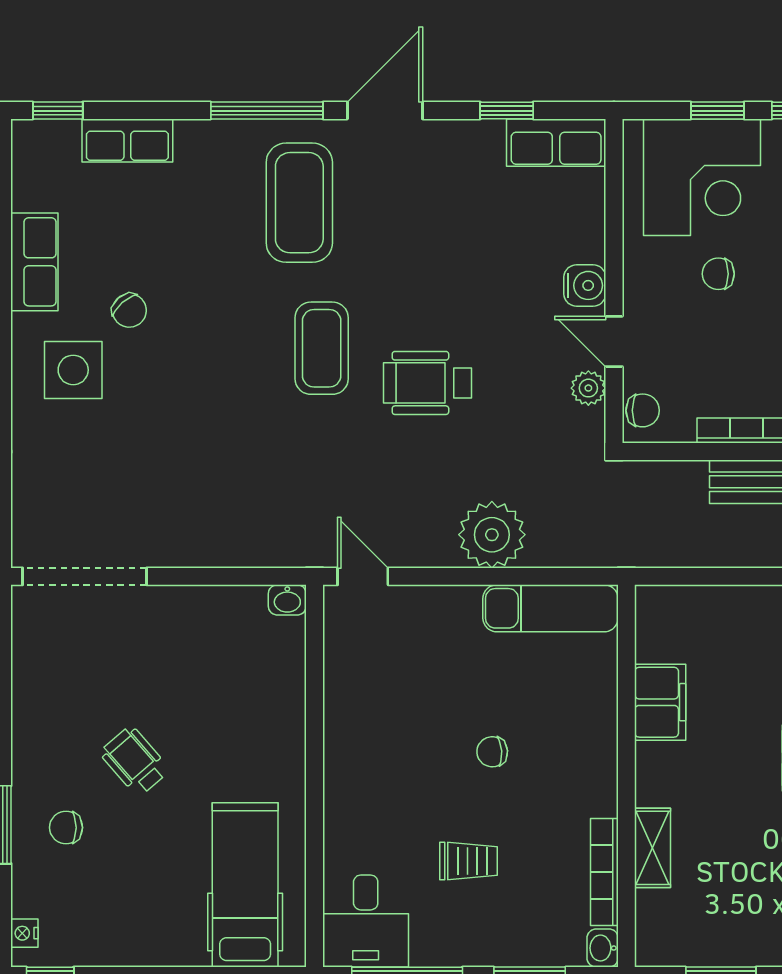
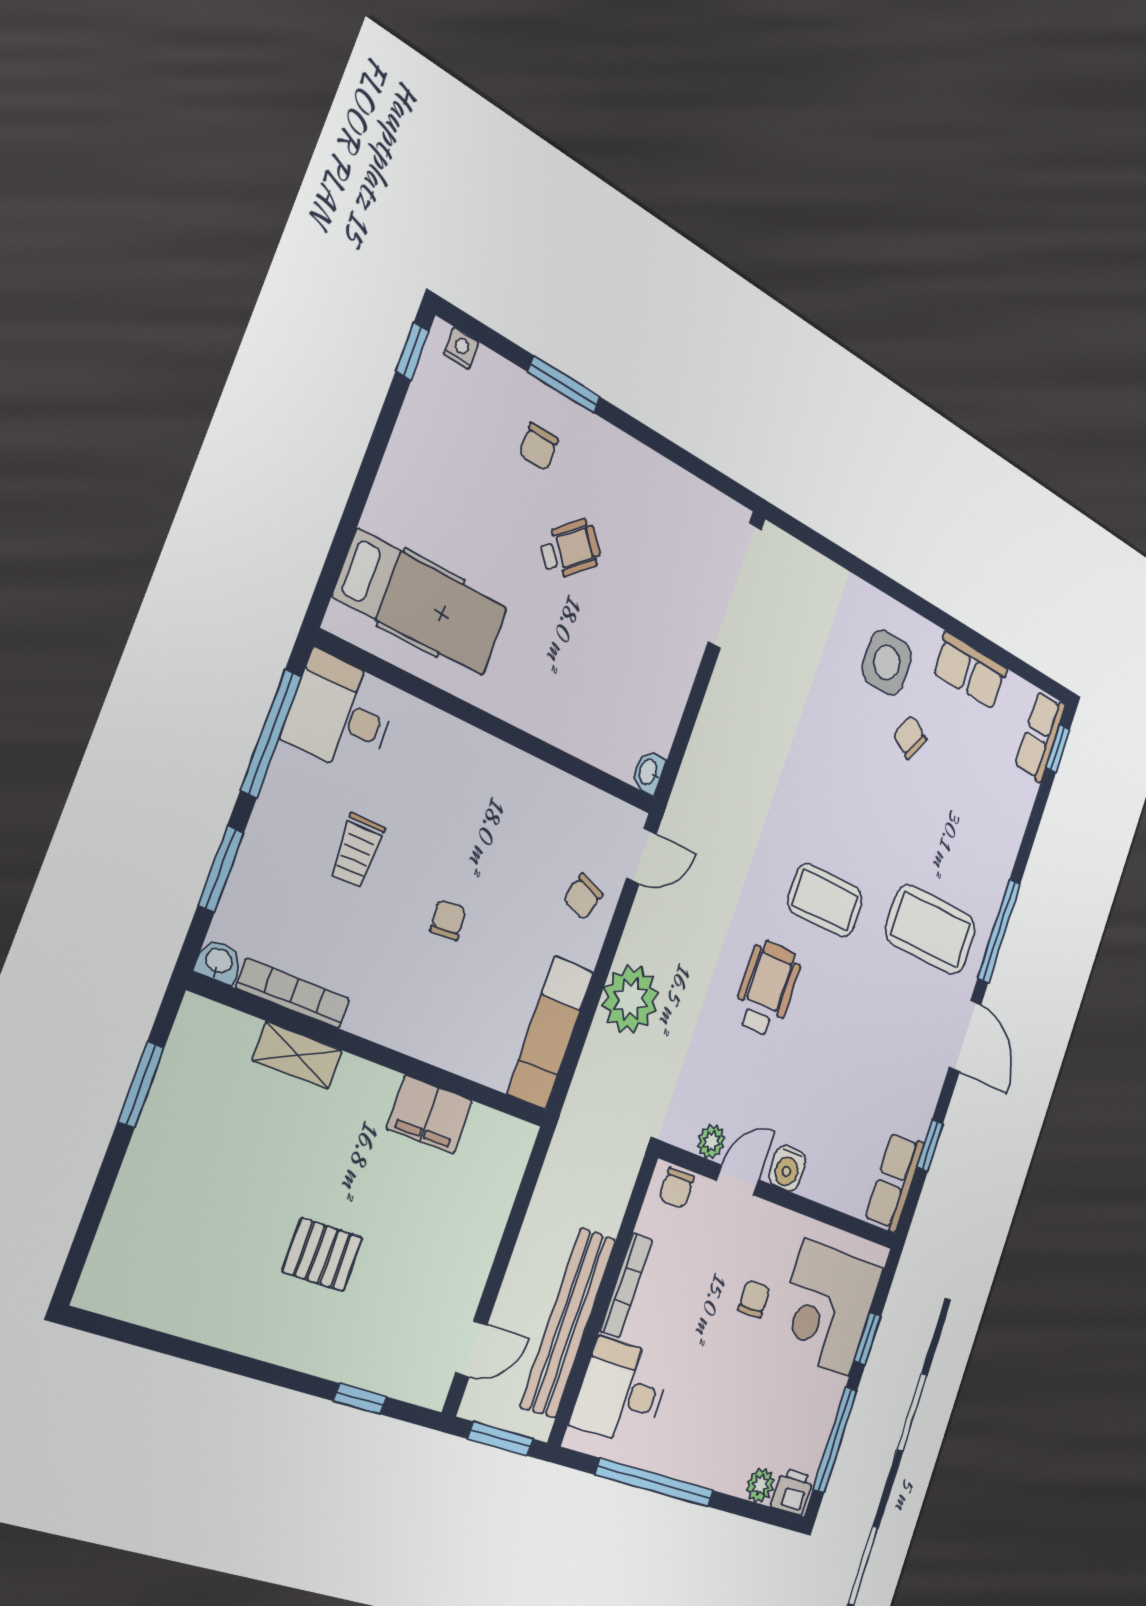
row of seats: (127, 141) -> (1040, 736), moved
chair: (129, 310) -> (910, 737), turned 70
chair: (422, 623) -> (583, 897), added
chair: (66, 828) -> (539, 447), turned 180

